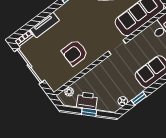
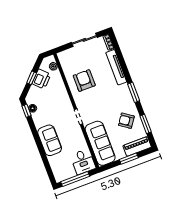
tv unit: (45, 25) -> (116, 67), width x1.41
sliding door: (29, 66) -> (84, 40), width x0.73
window: (139, 98) -> (26, 111), moved

